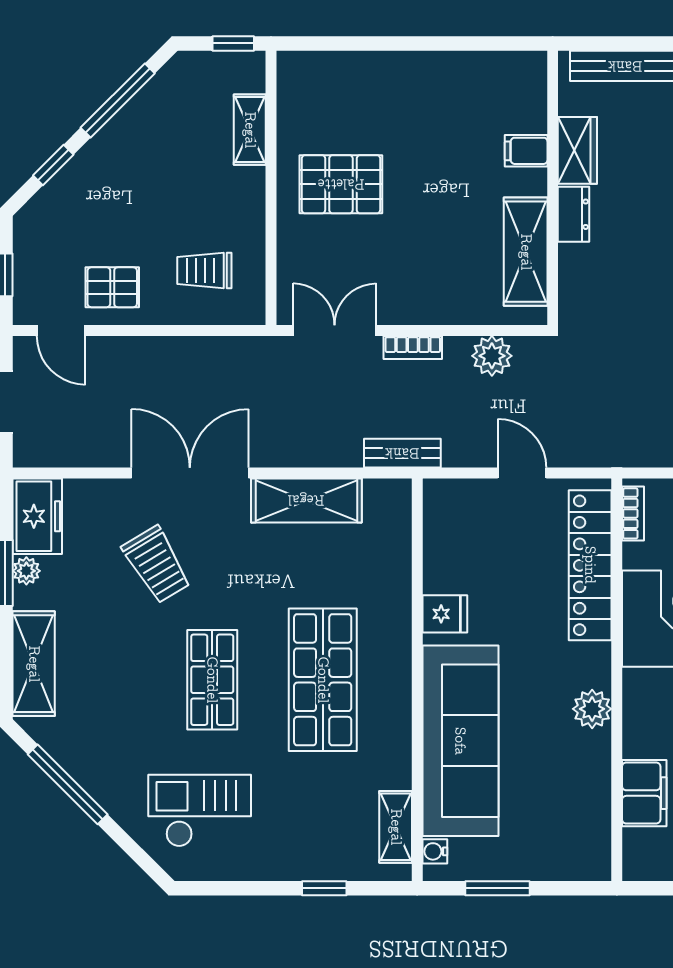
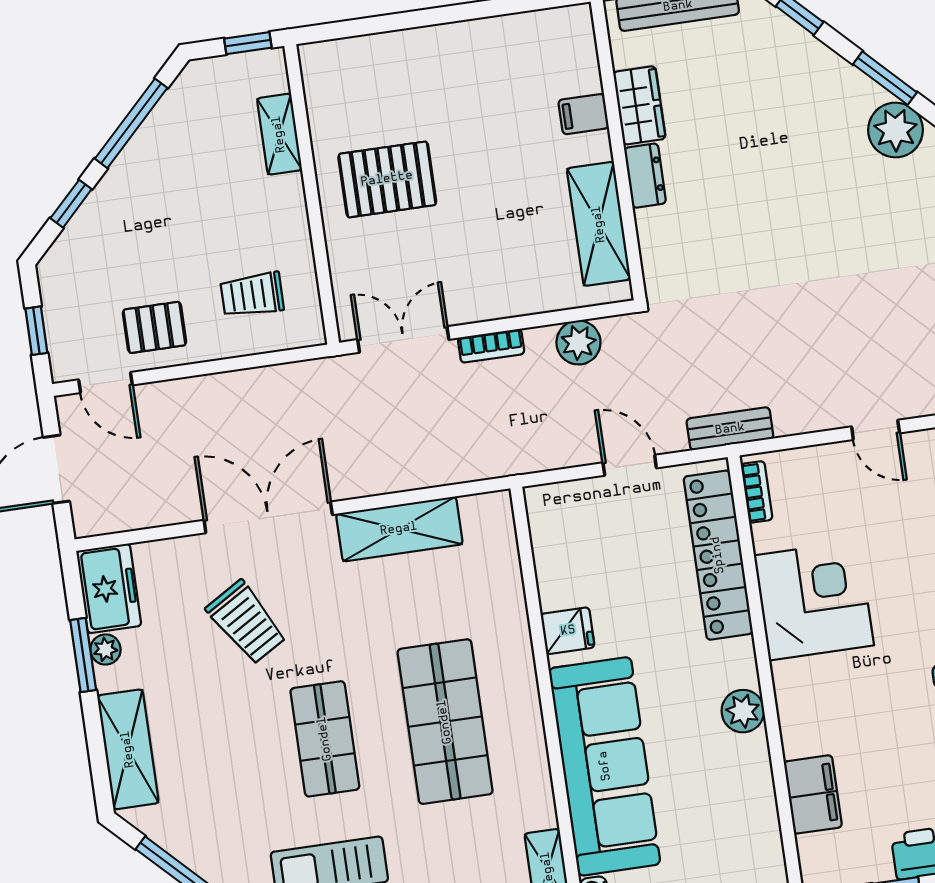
bench: (402, 453) -> (730, 429), moved

